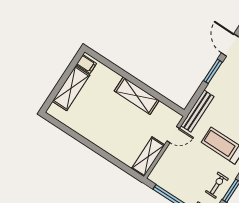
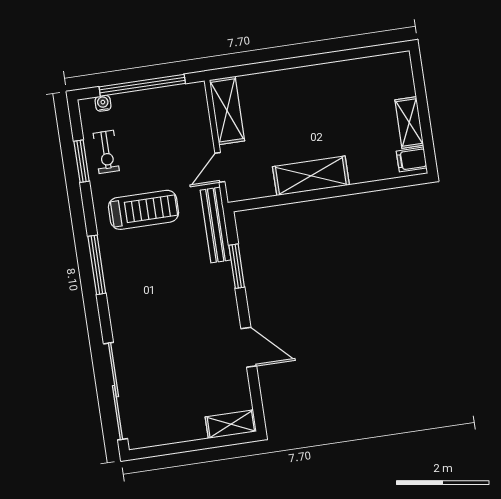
window: (213, 71) -> (237, 266), moved
shelving: (71, 88) -> (409, 123), width x0.67, depth x0.75

